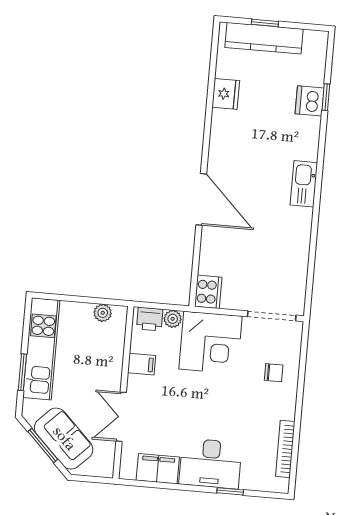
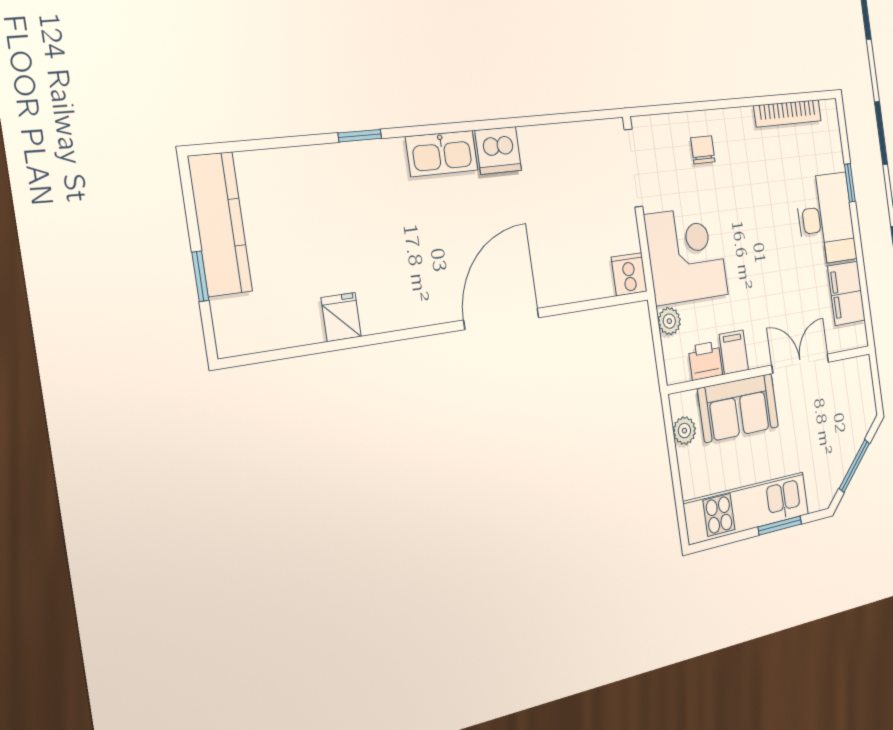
kitchen counter: (264, 38) -> (220, 224), moved
fridge: (226, 94) -> (341, 317), width x0.72
window: (326, 97) -> (360, 136), moved
dishwasher: (310, 101) -> (498, 150), moved
cooker: (208, 292) -> (629, 274), width x0.73
printer: (150, 319) -> (705, 361), moved, turned -90
double door: (121, 417) -> (800, 364), swing flipped
sofa: (64, 439) -> (738, 408), moved, turned -135

